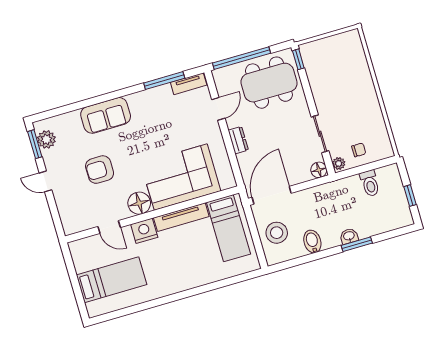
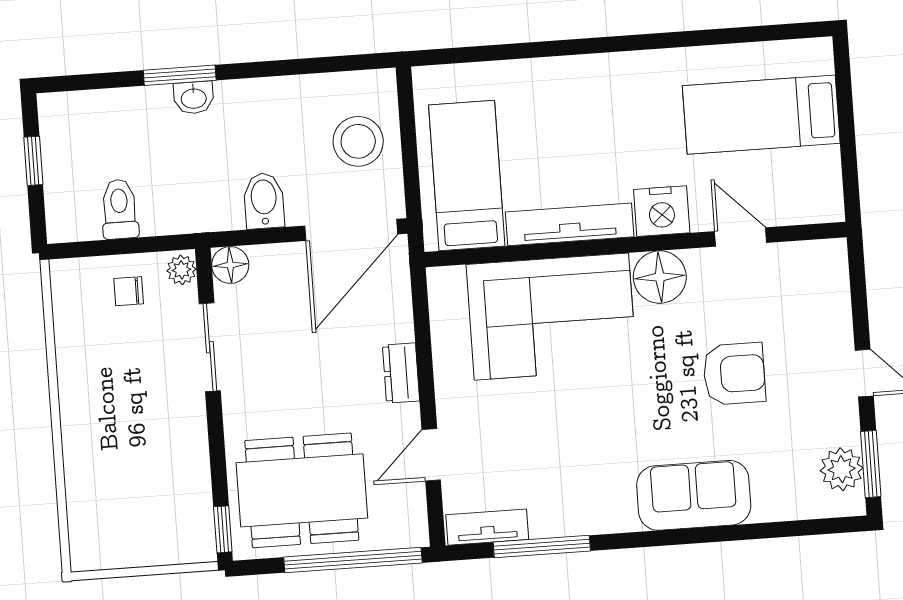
bidet: (312, 242) -> (264, 201), moved, turned 180

